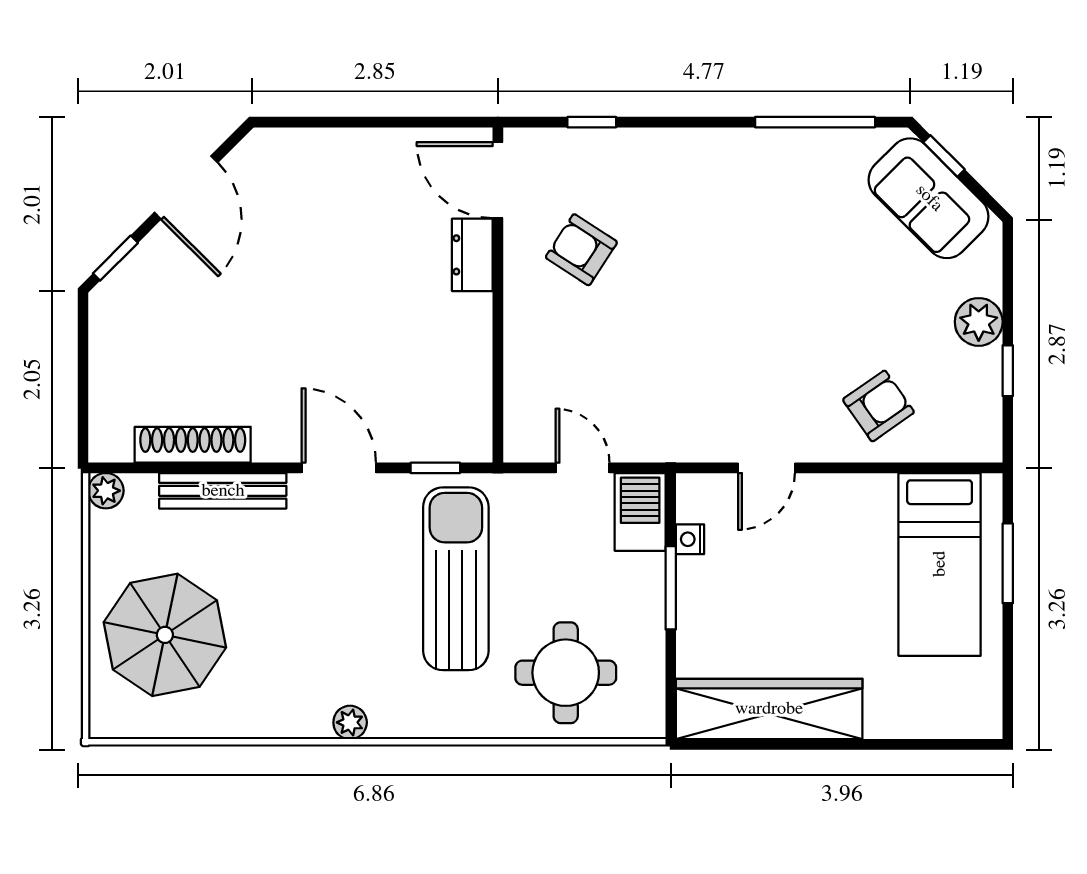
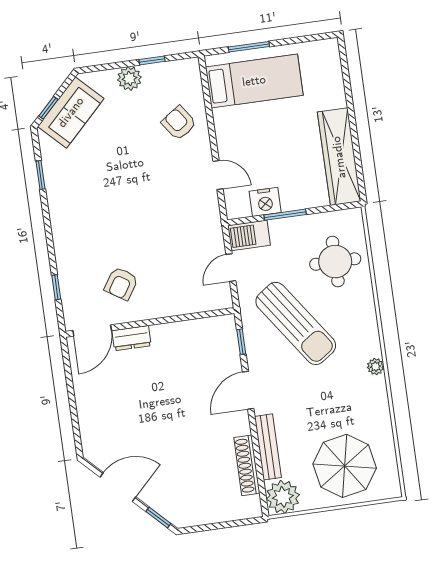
window: (815, 122) -> (40, 175), width x0.46
plant: (106, 491) -> (283, 497), width x1.87, depth x1.87
nightstand: (690, 539) -> (265, 202), width x1.89, depth x1.79
sun lounger: (456, 579) -> (296, 323), turned -125

